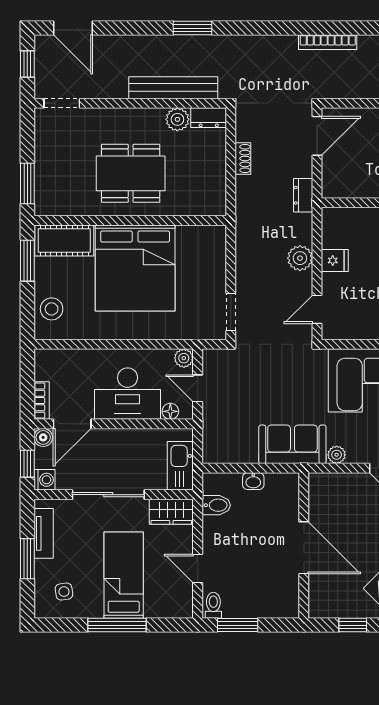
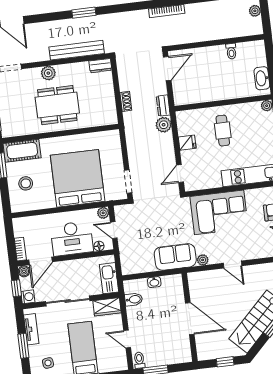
plant: (177, 119) -> (48, 73), moved
shoe rack: (243, 158) -> (126, 101), moved
plant: (300, 258) -> (164, 125), moved
bed: (135, 268) -> (78, 178), moved, turned 180
stool: (52, 309) -> (26, 183), moved

